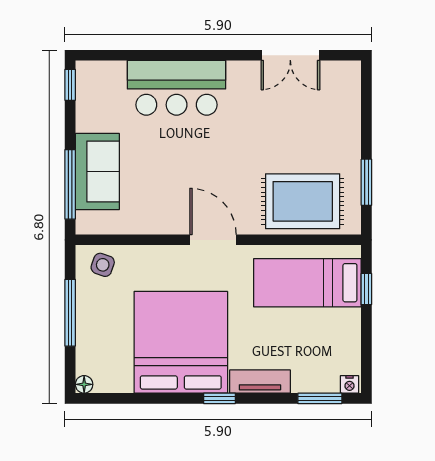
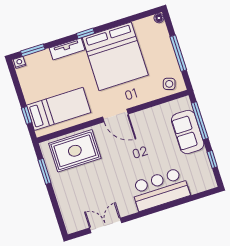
window: (70, 85) -> (212, 159), moved

